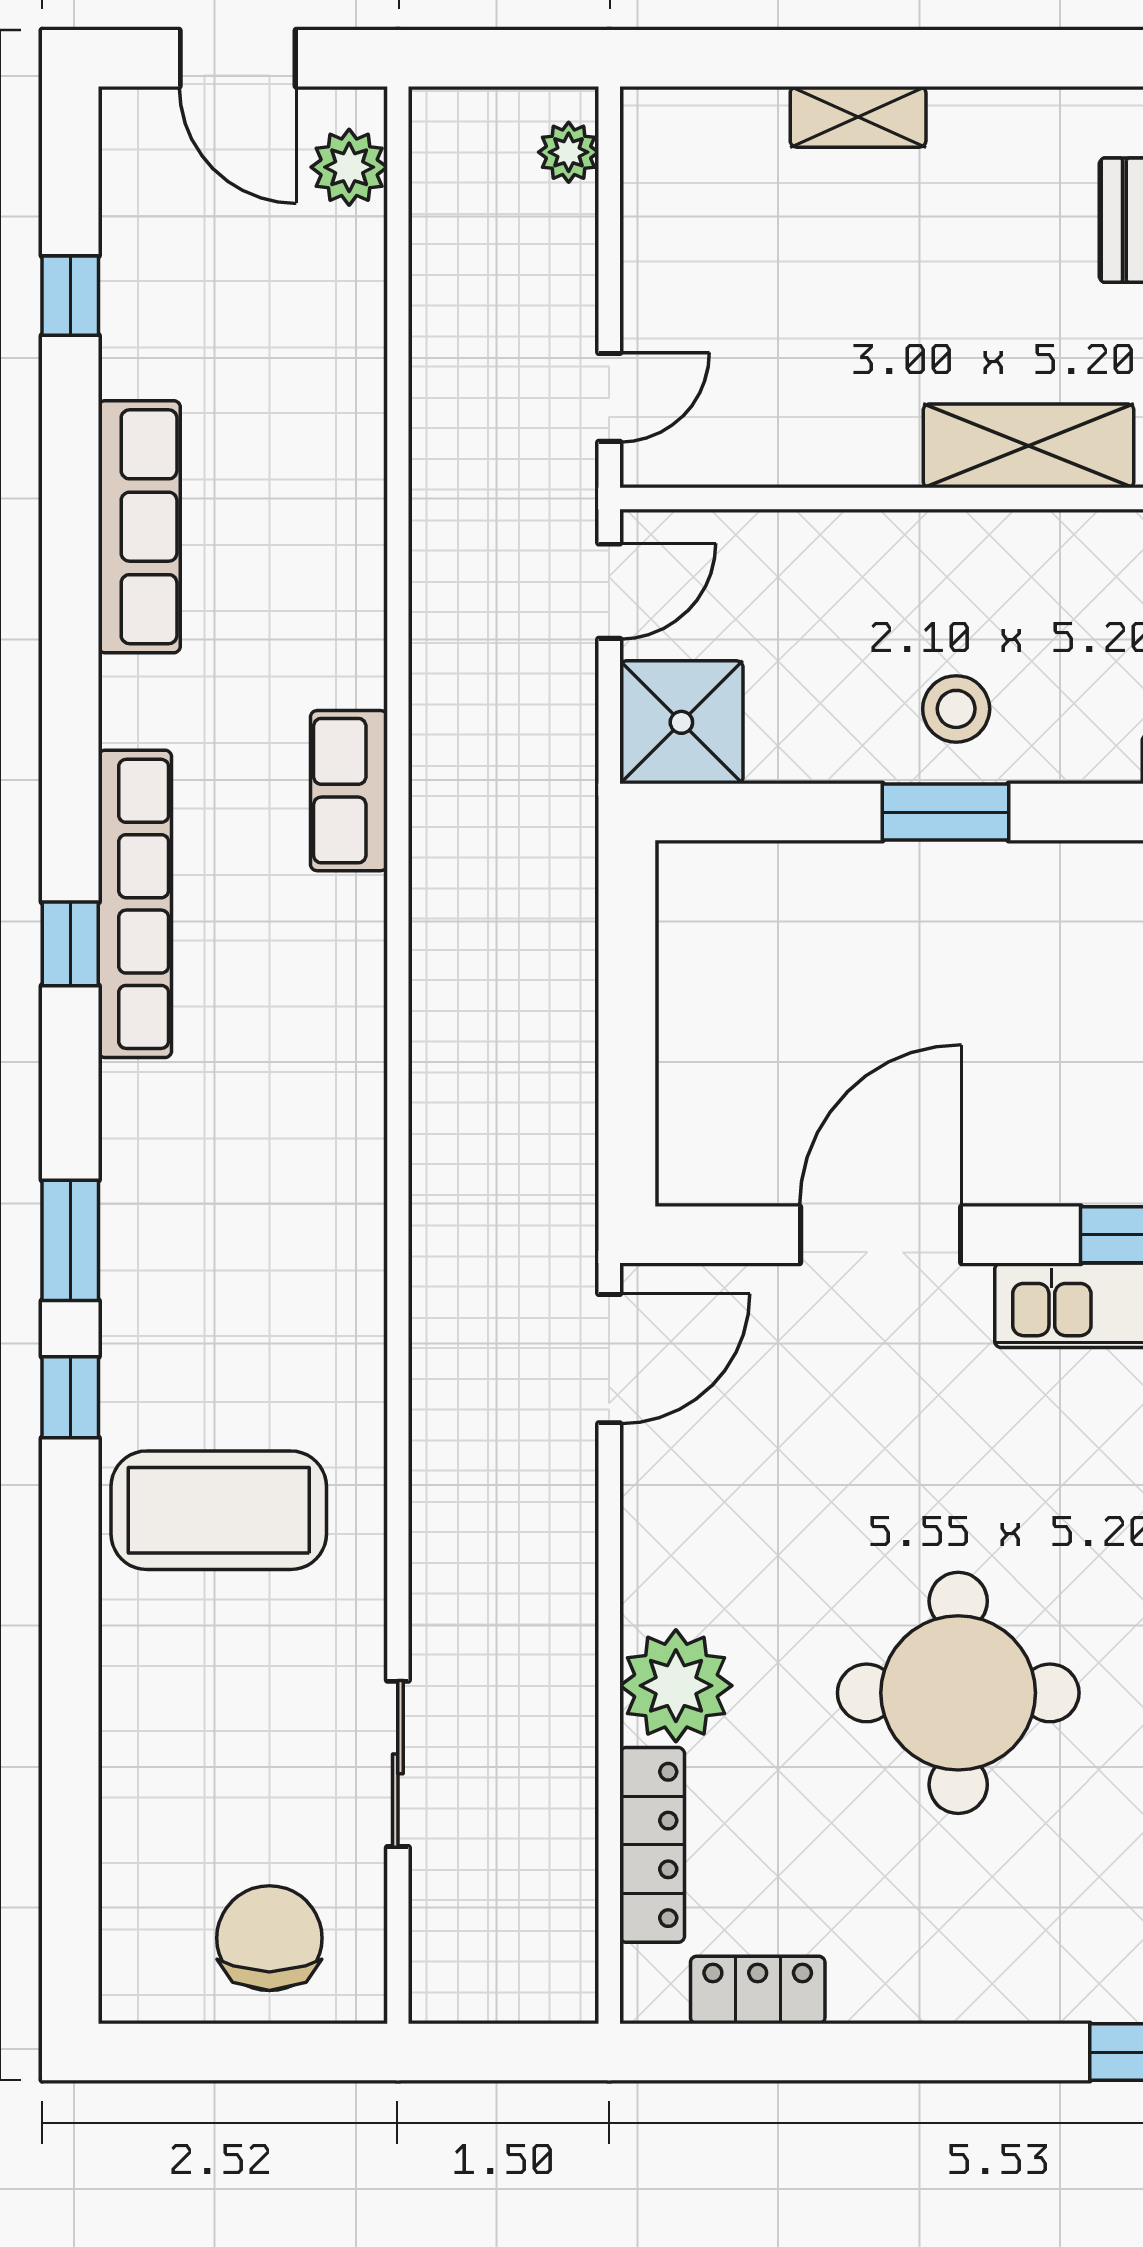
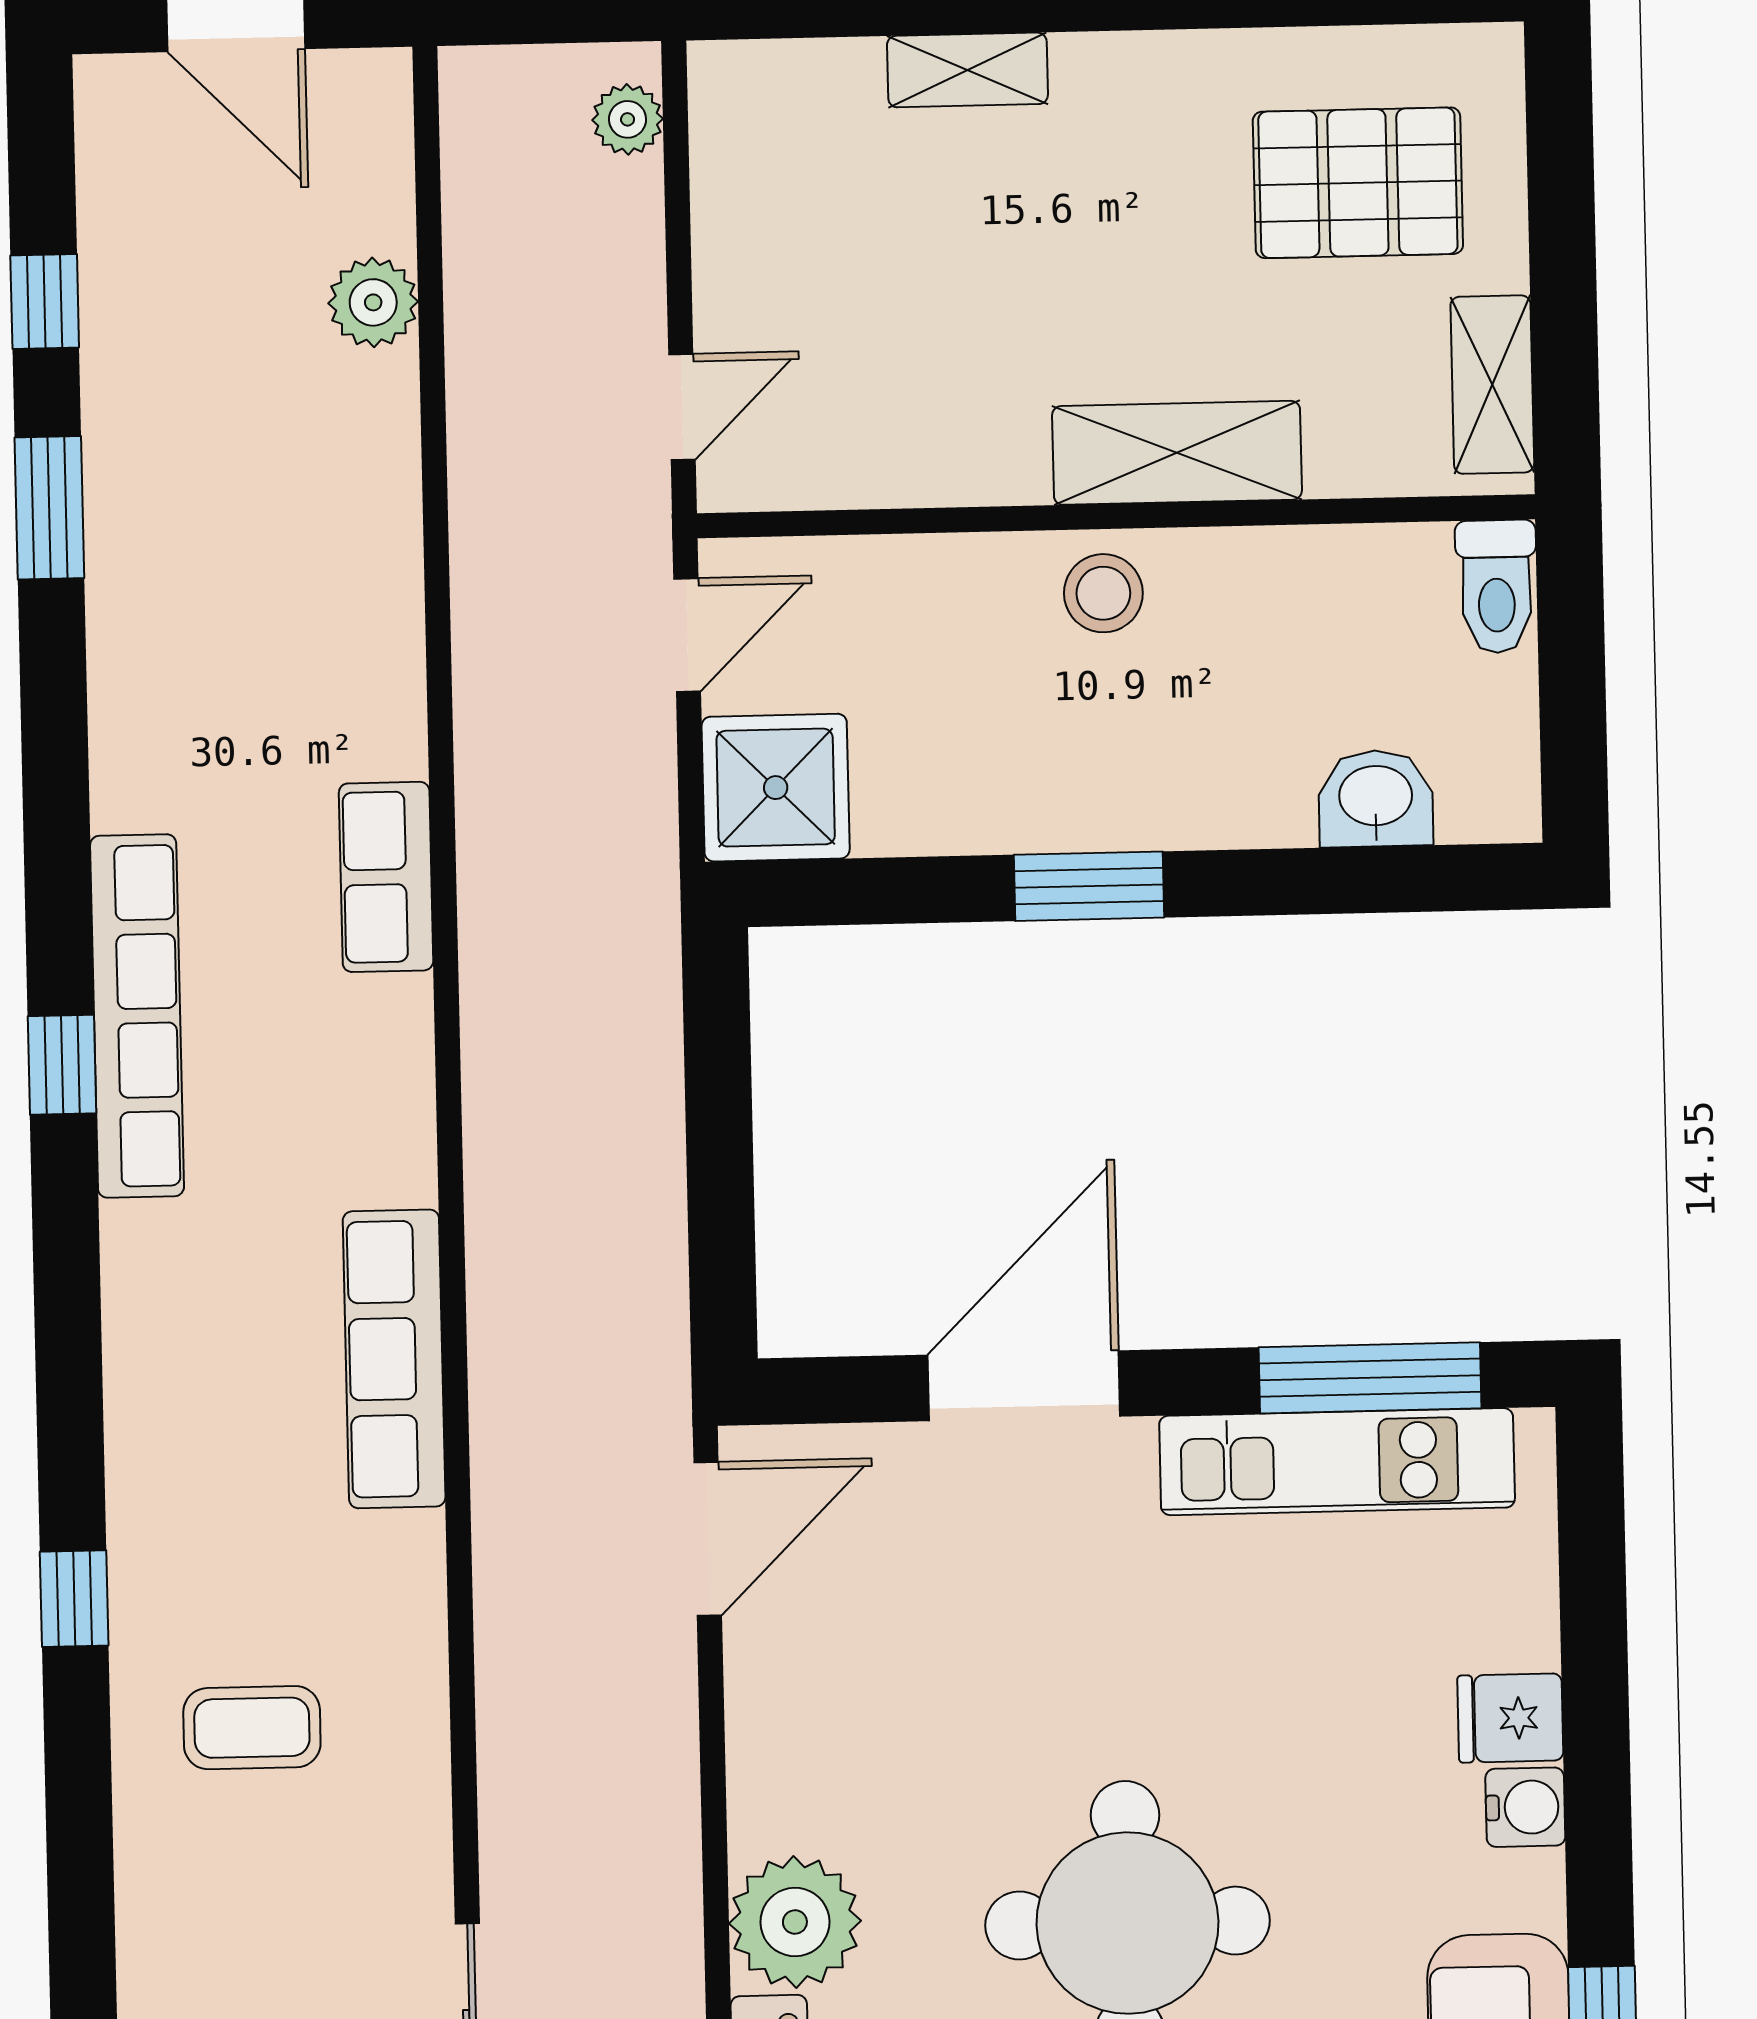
plant: (349, 167) -> (373, 302), moved
row of seats: (139, 527) -> (394, 1359), moved, turned 180
stool: (956, 709) -> (1103, 593), moved
window: (70, 1240) -> (49, 508), moved
coffee table: (219, 1510) -> (252, 1728), width x0.54, depth x0.58

